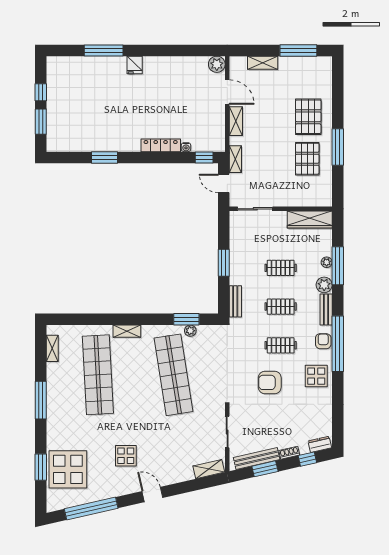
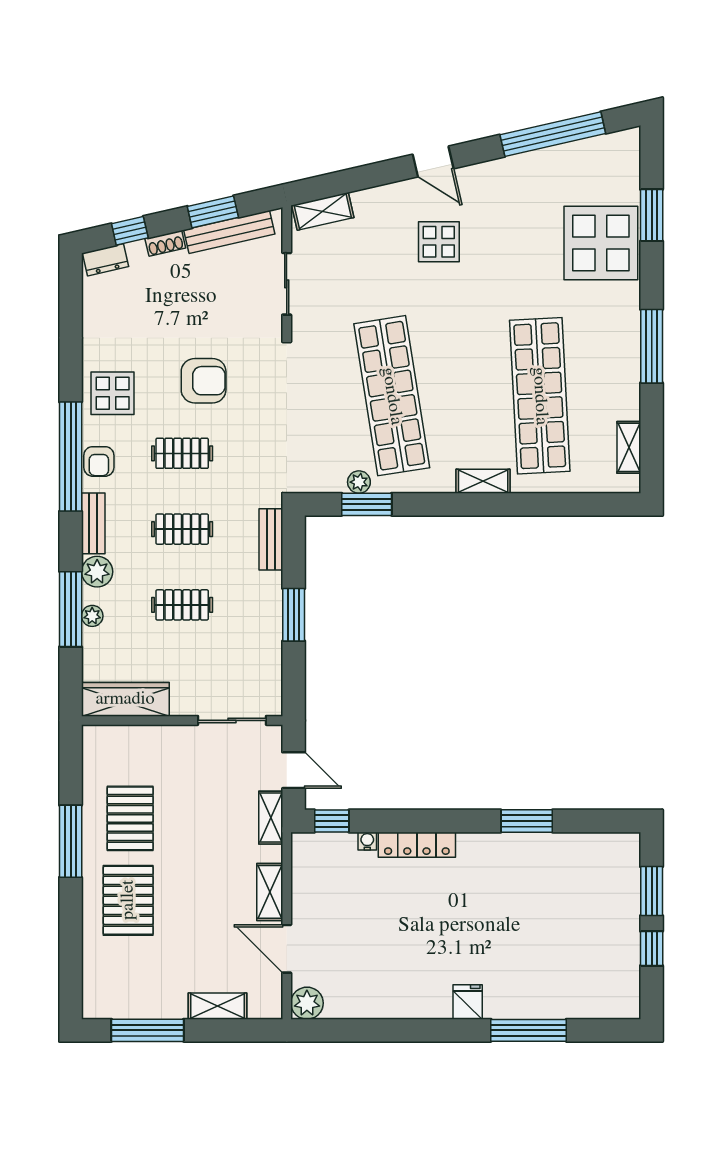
display table: (126, 456) -> (439, 242), moved
display table: (68, 469) -> (601, 243), moved

